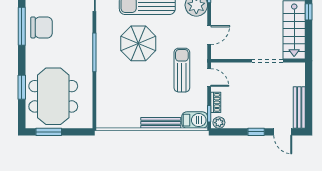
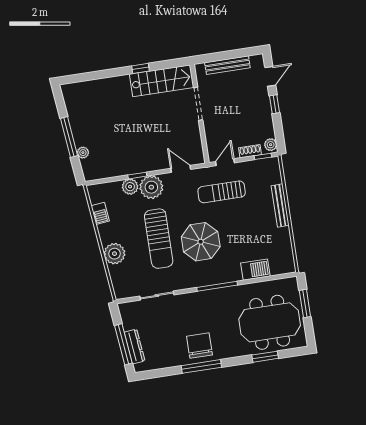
bench: (299, 108) -> (227, 65), moved
barbecue: (195, 120) -> (255, 270), moved, turned 90
window: (49, 132) -> (305, 303), moved

